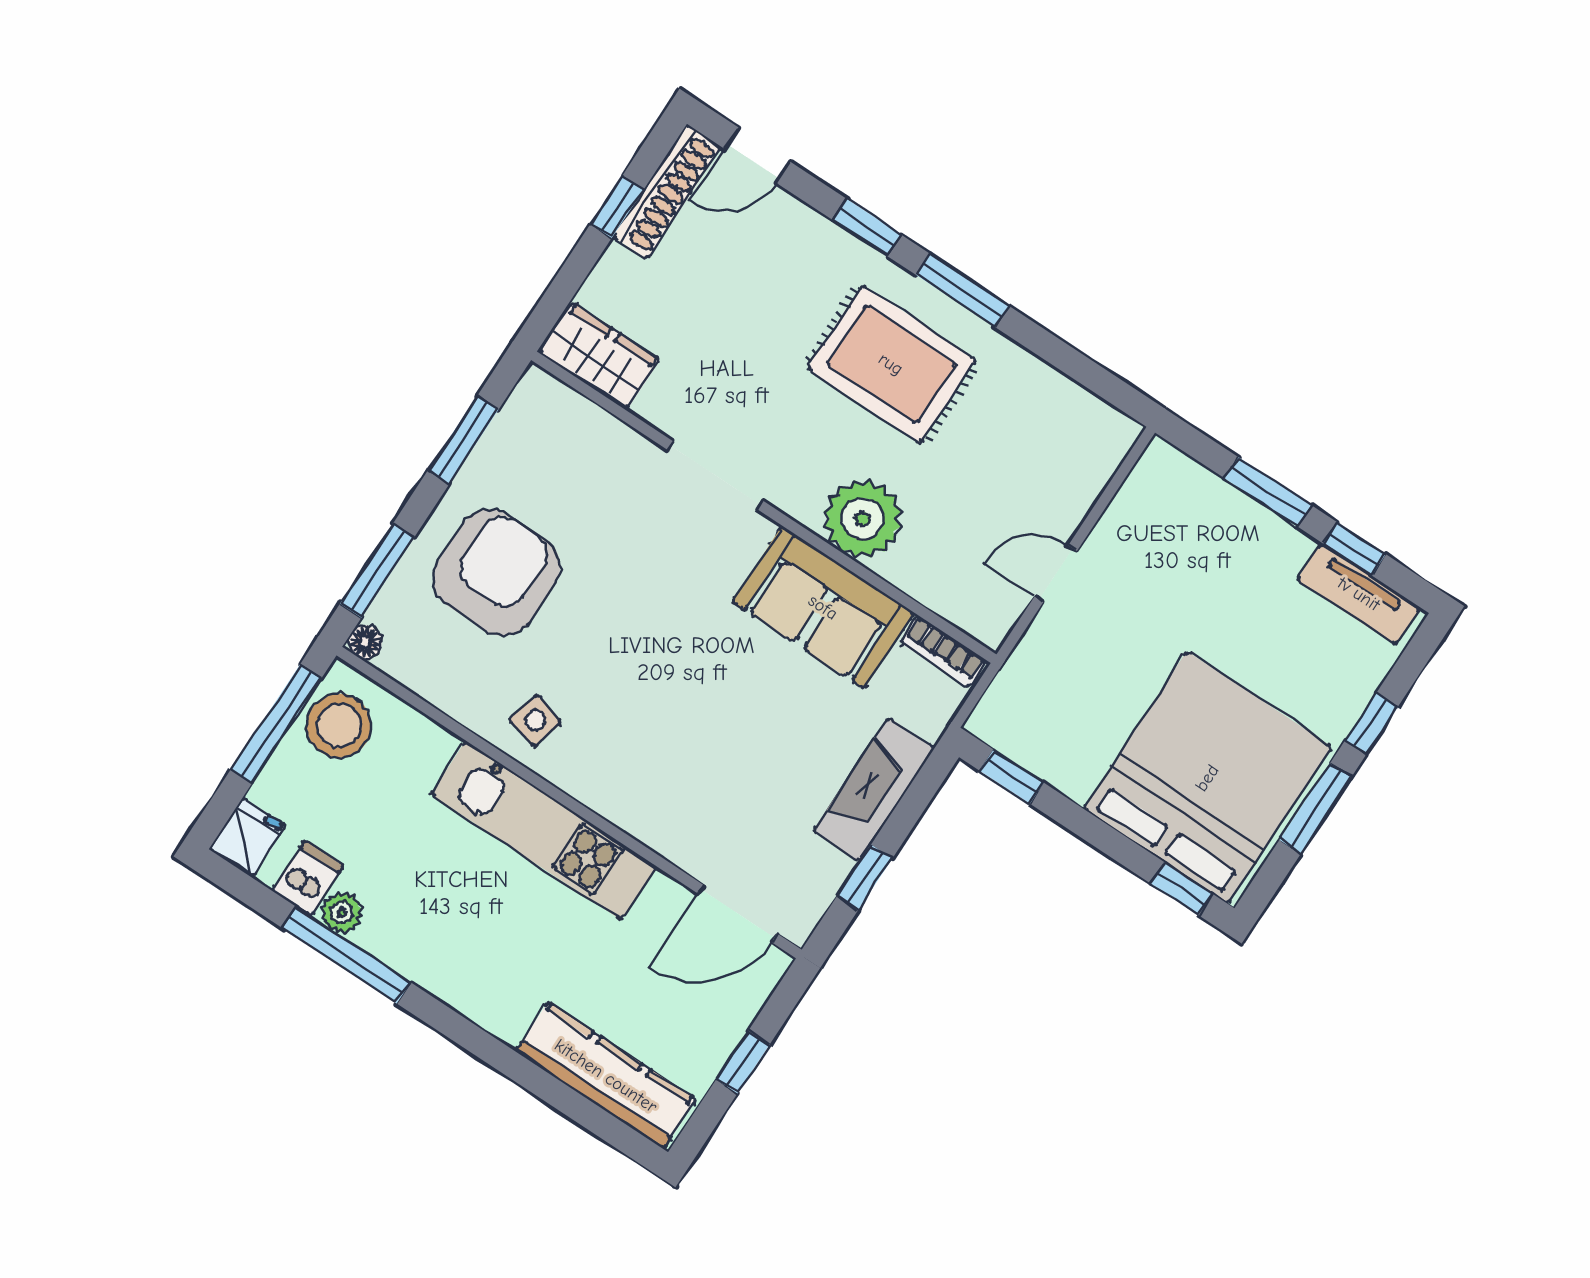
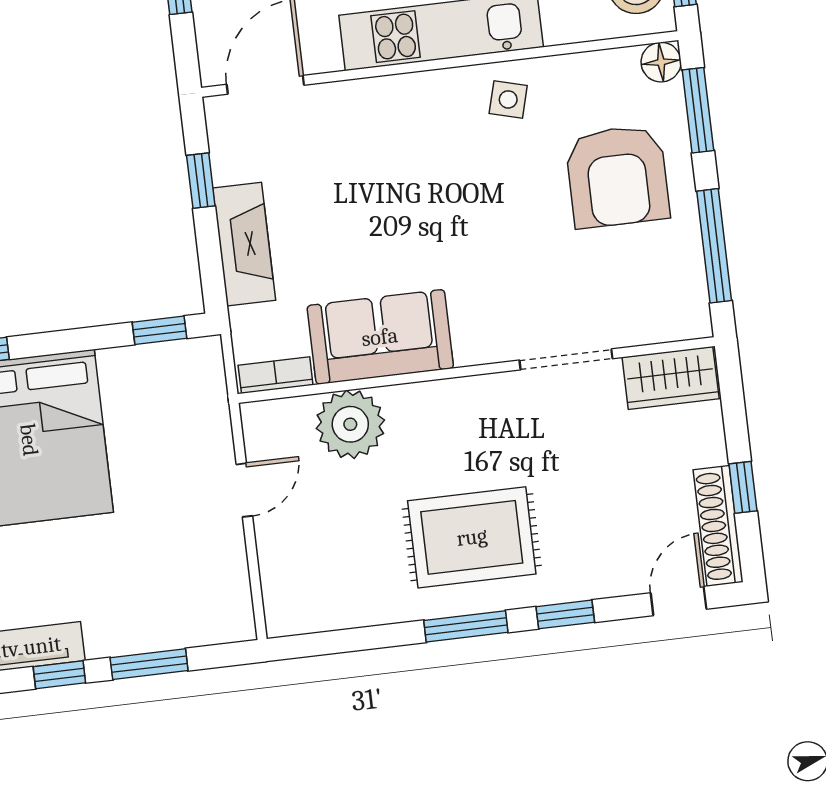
window: (463, 440) -> (714, 246), width x1.44
doorway: (715, 475) -> (566, 359), moved
plant: (862, 519) -> (350, 424), moved
floor lamp: (365, 642) -> (661, 62), width x1.37, depth x1.37

